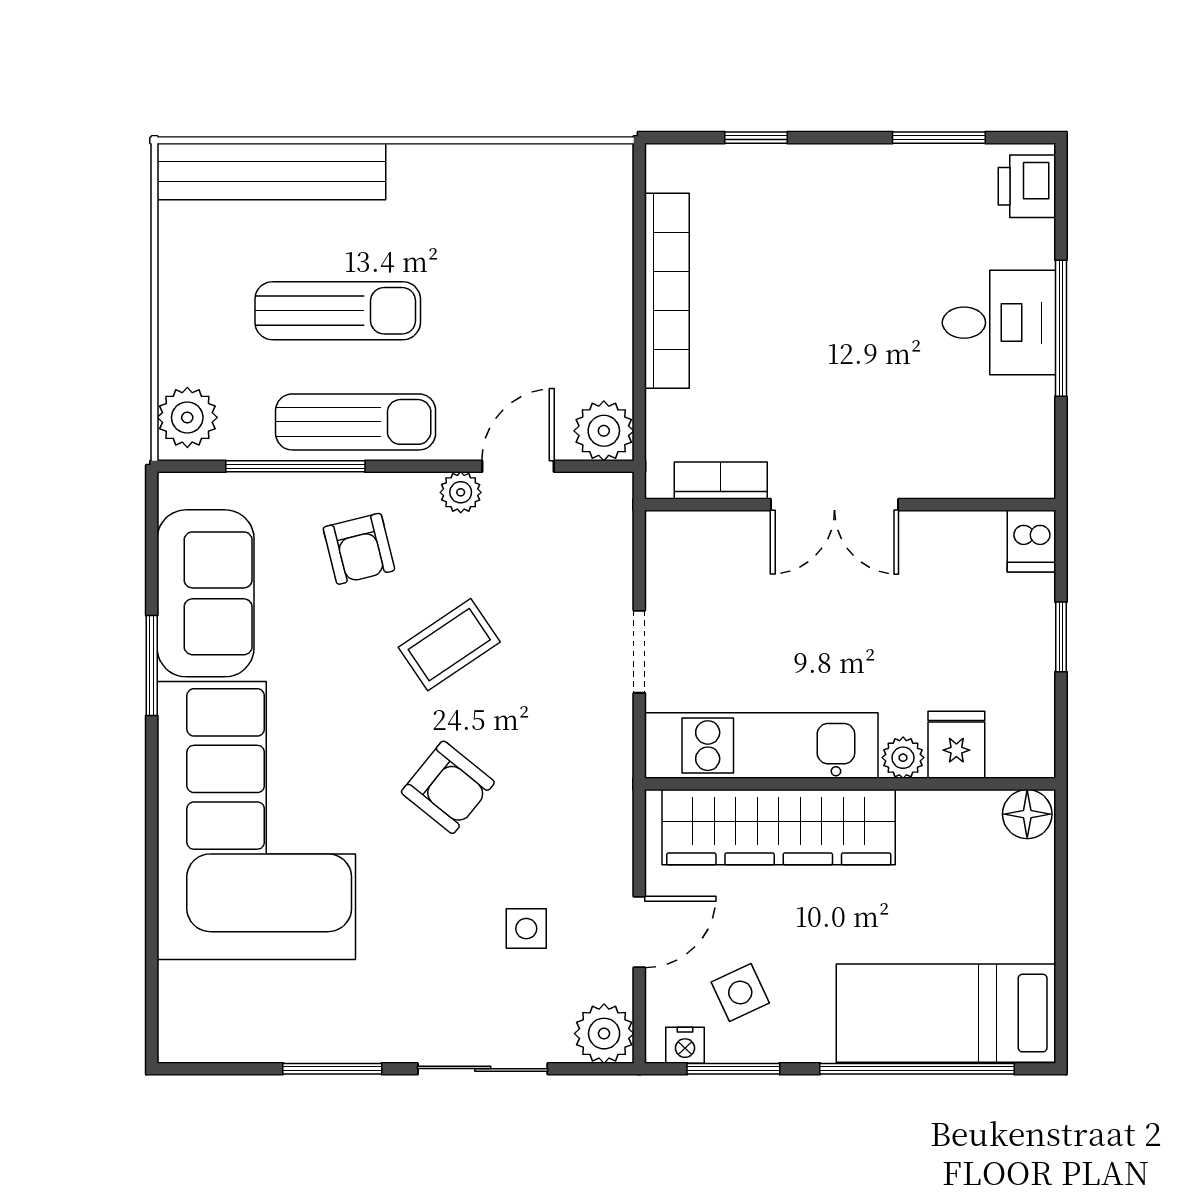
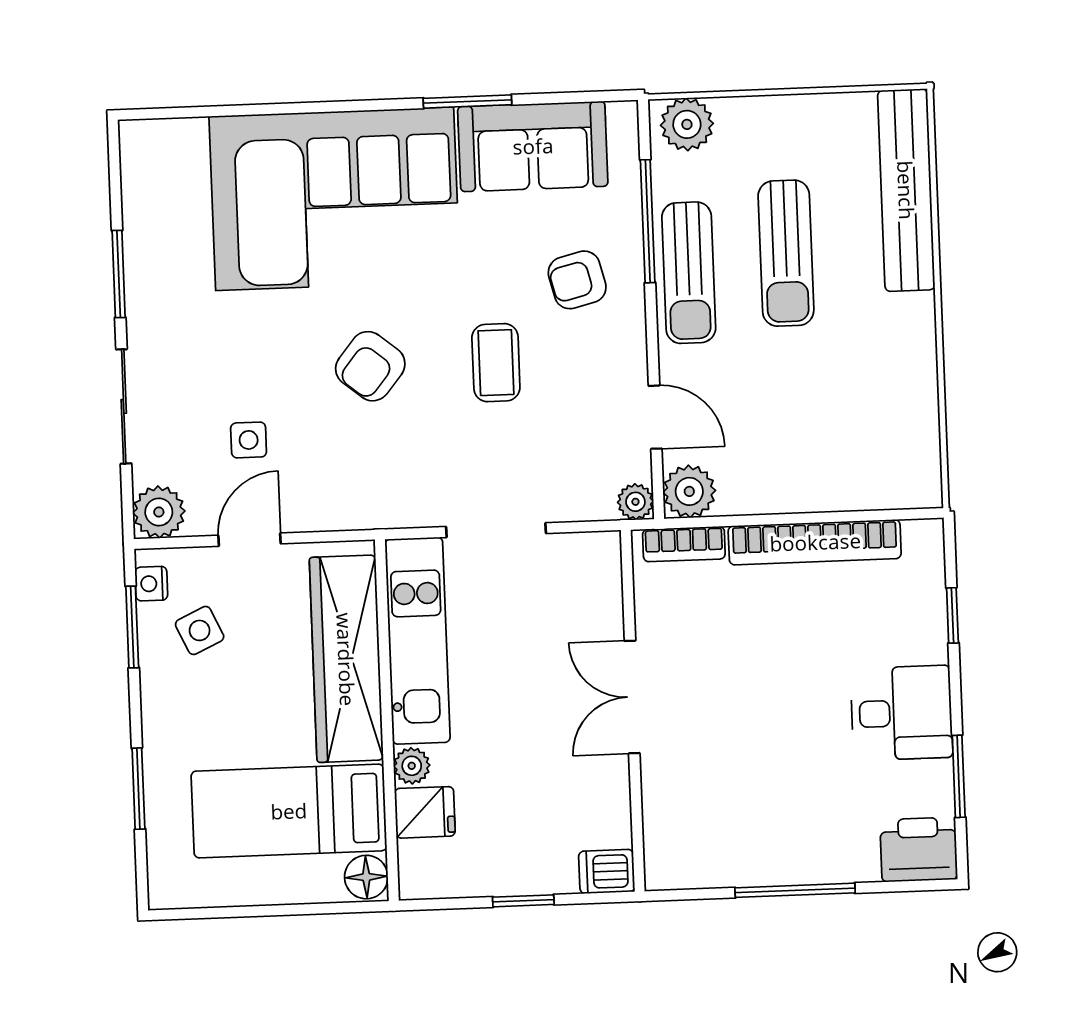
printer: (1027, 186) -> (919, 850), width x1.36, depth x1.24
desk: (999, 323) -> (902, 713), moved, turned -90
bookcase: (721, 481) -> (684, 544), moved, turned 90
plant: (461, 492) -> (635, 502), moved
coffee table: (449, 645) -> (496, 363), turned 34
doorway: (639, 652) -> (496, 530), width x1.38
door: (639, 932) -> (249, 540), swing flipped
bed: (946, 1013) -> (289, 811), moved, turned -90
window: (917, 1069) -> (138, 789), width x0.47

